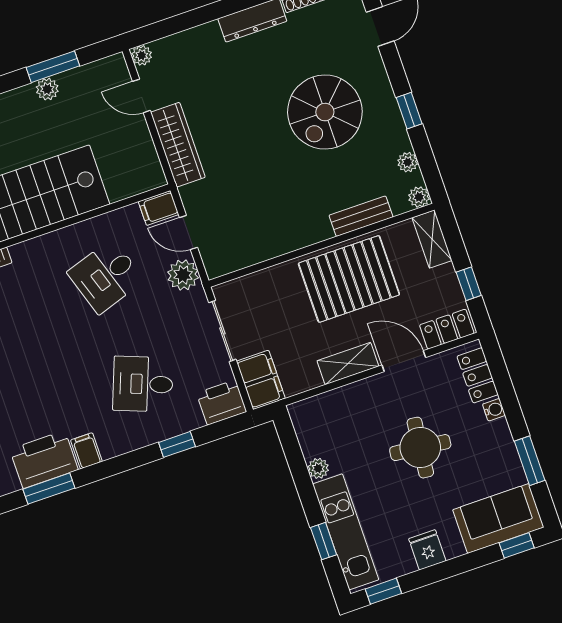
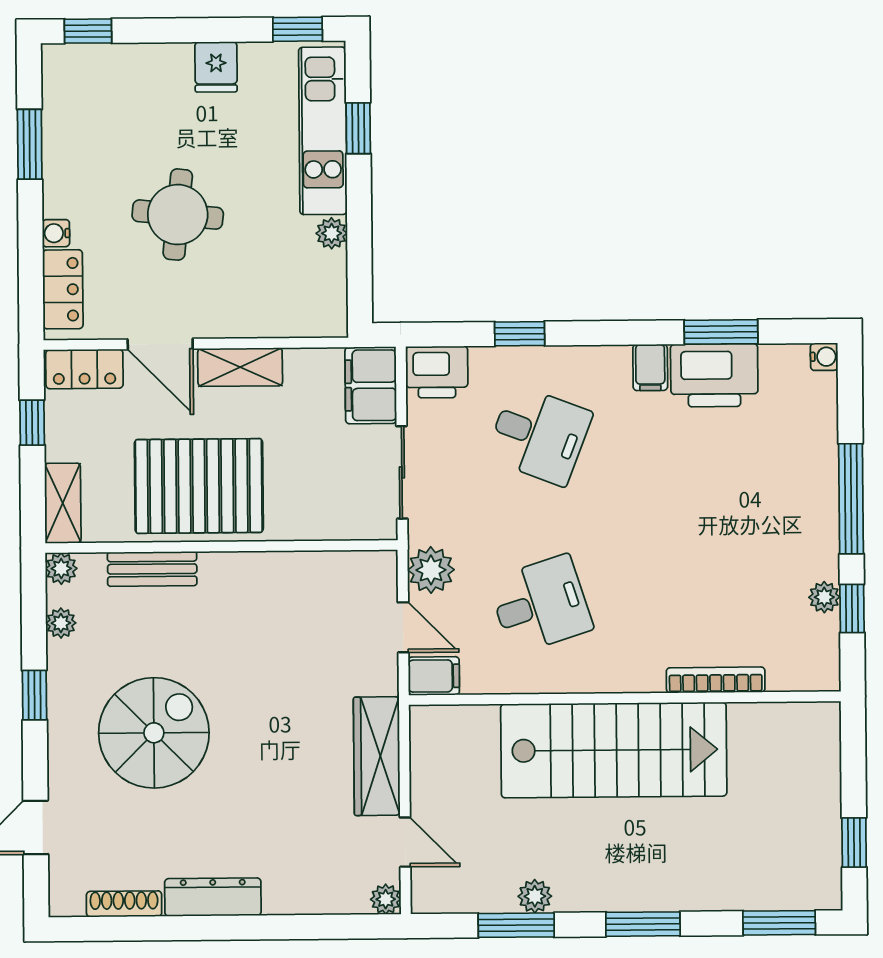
sofa: (498, 518) -> (101, 78), removed

